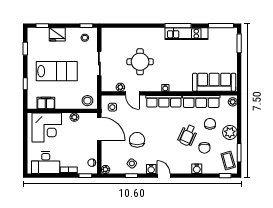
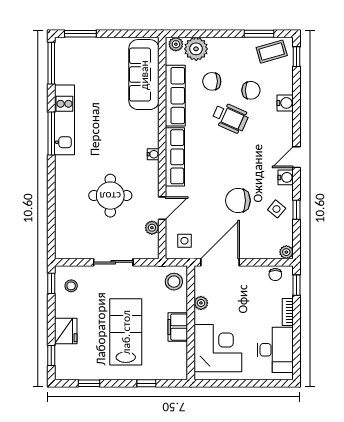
filing cabinet: (46, 103) -> (178, 327), moved
plant: (230, 132) -> (196, 49), moved

